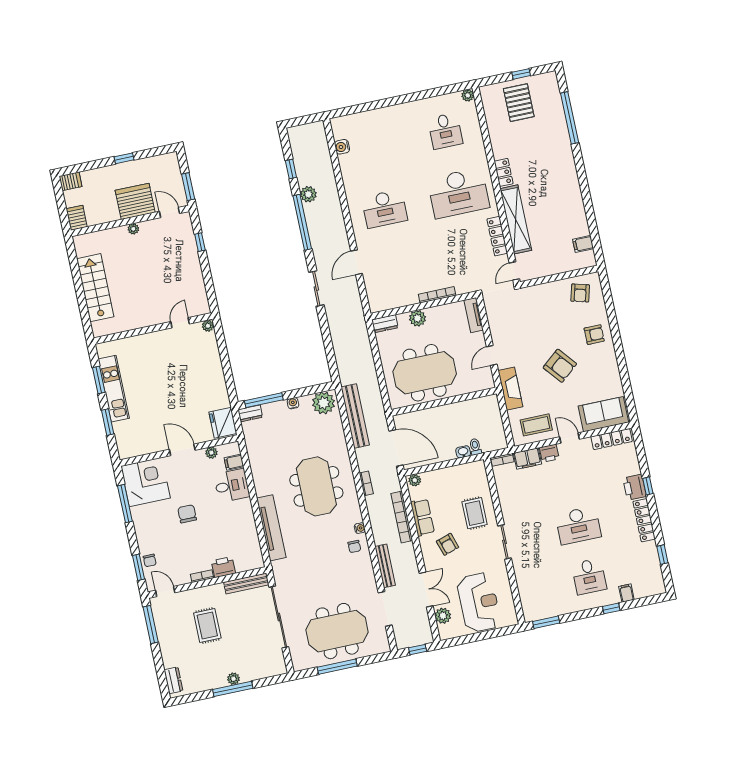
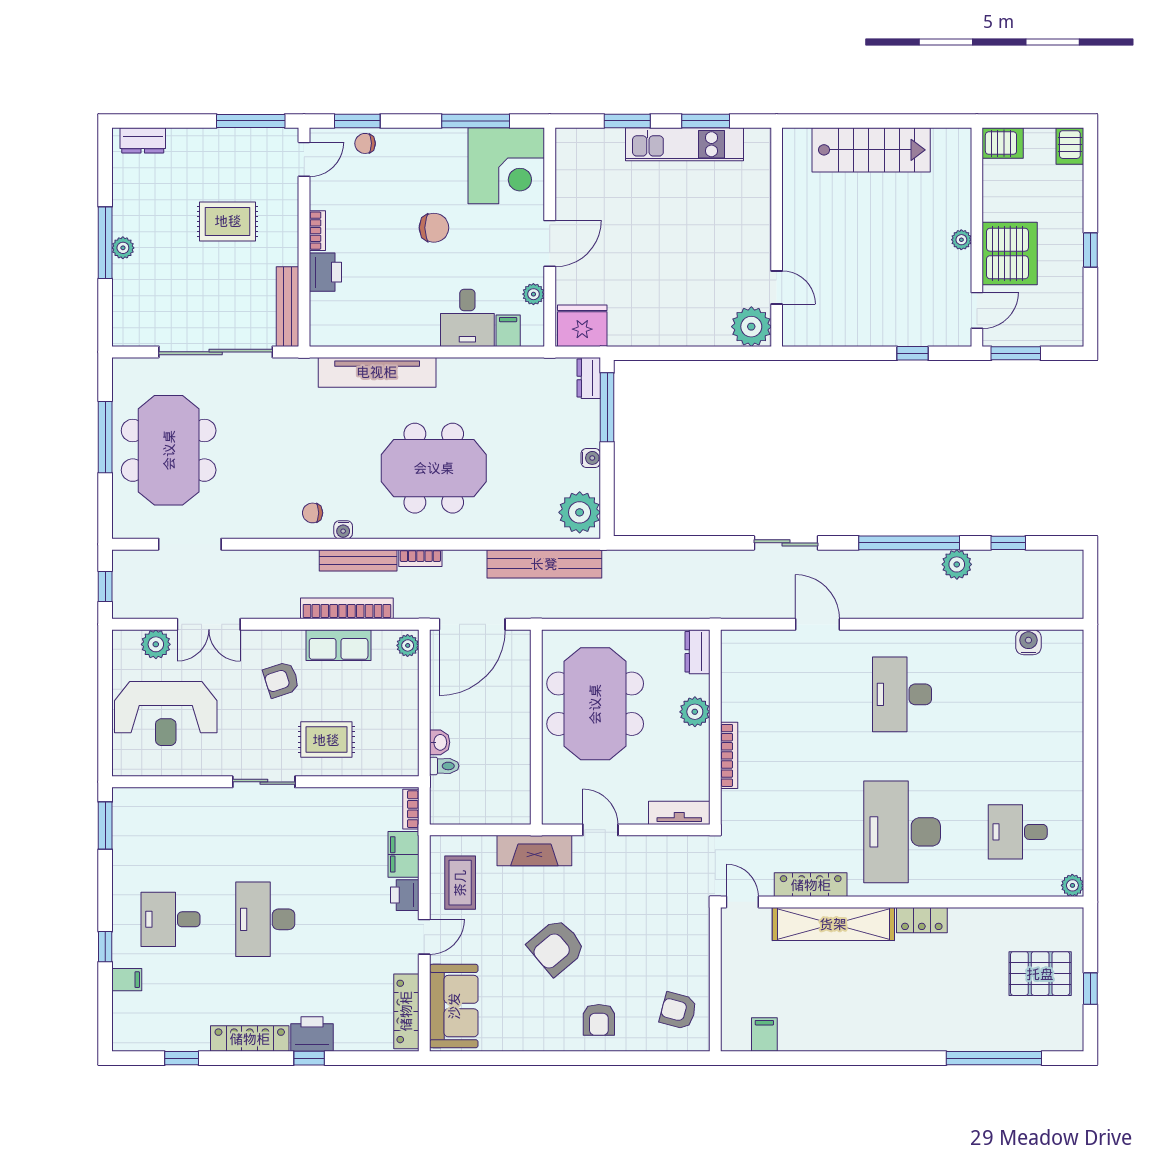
plant: (208, 326) -> (751, 327), width x1.88, depth x1.88
bench: (385, 566) -> (358, 560), moved

